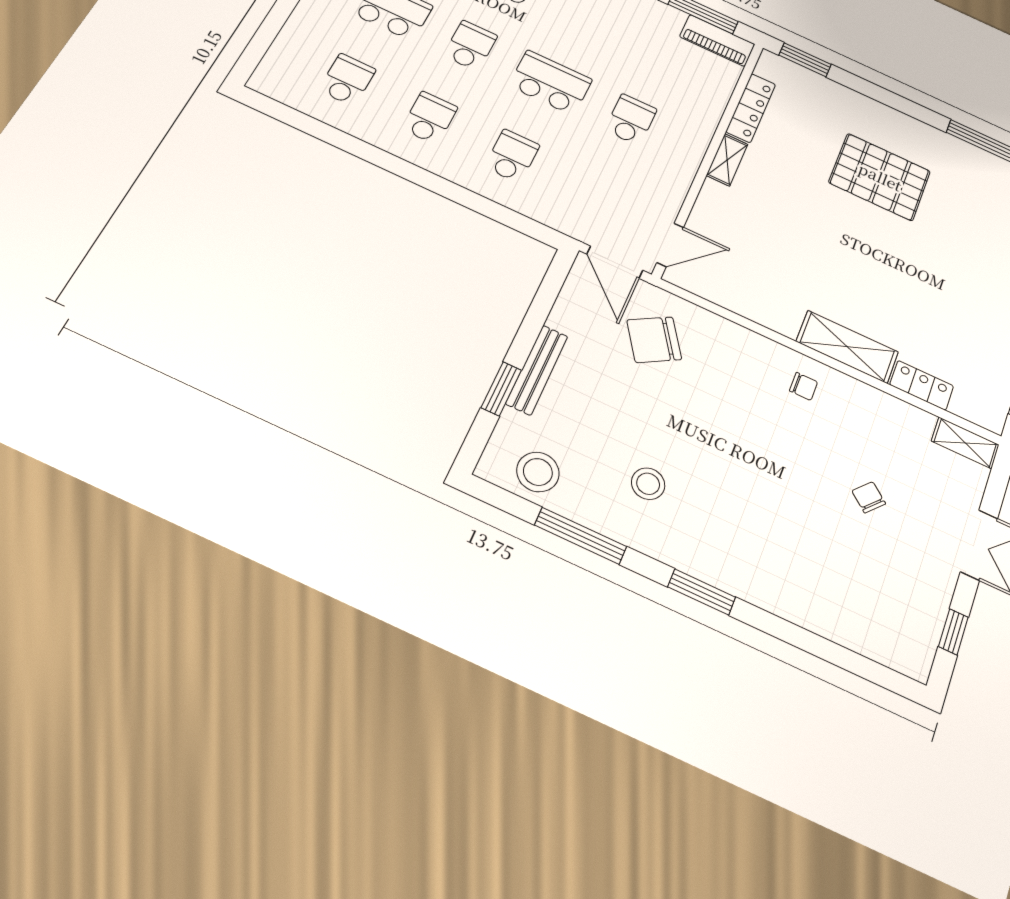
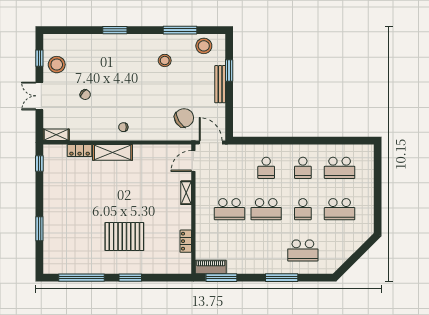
window: (805, 60) -> (130, 278), moved
school desk: (347, 80) -> (340, 168), width x1.85
locker: (751, 108) -> (186, 241), width x0.66
school desk: (631, 120) -> (229, 209), width x1.85
shelving: (727, 160) -> (186, 193), moved
window: (702, 592) -> (115, 30), moved
stool: (916, 597) -> (57, 65), added

